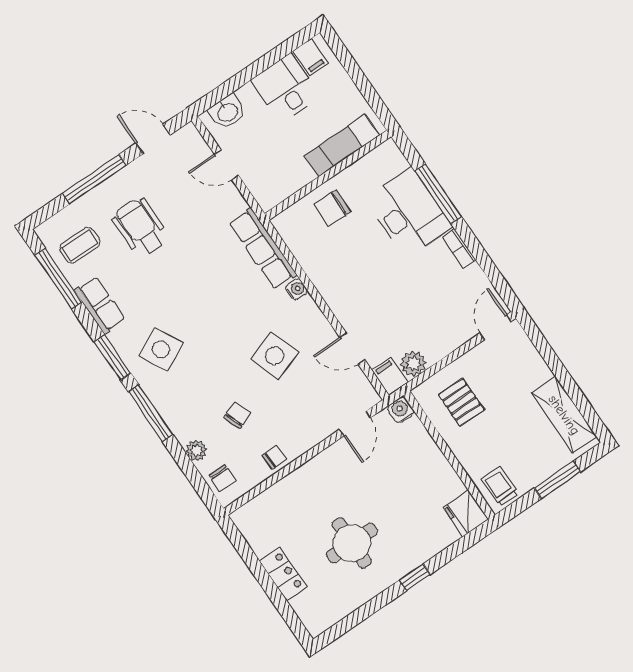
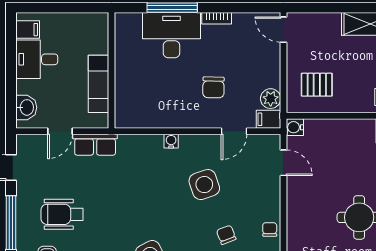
exam couch: (342, 146) -> (98, 84), moved
chair: (332, 208) -> (213, 87), moved
row of seats: (263, 248) -> (95, 145), moved, width x0.68

